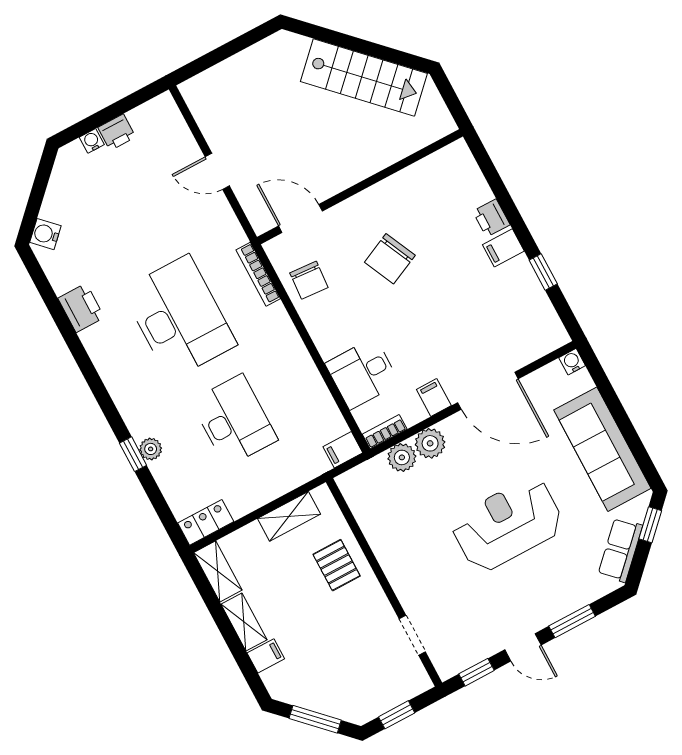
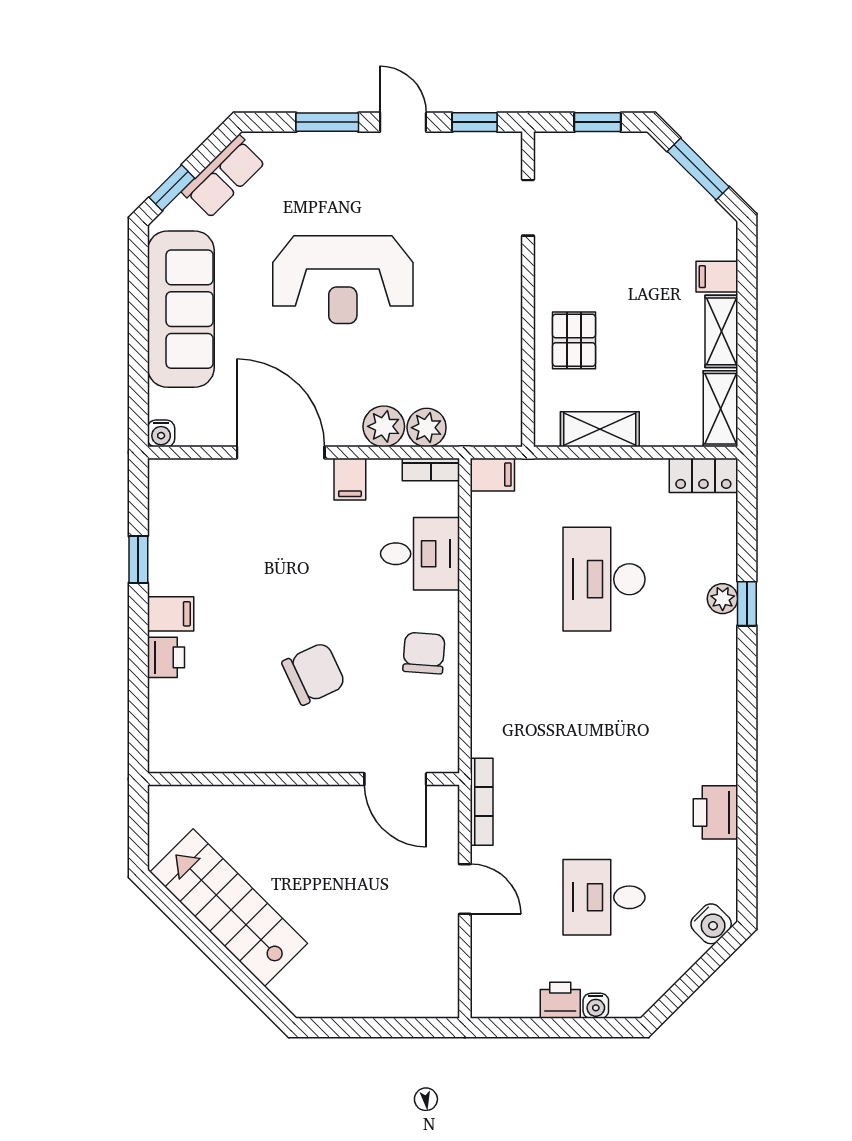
bookcase: (258, 274) -> (482, 802), moved
chair: (309, 280) -> (424, 653), moved
desk: (179, 317) -> (604, 897), moved, width x0.53, depth x0.77

